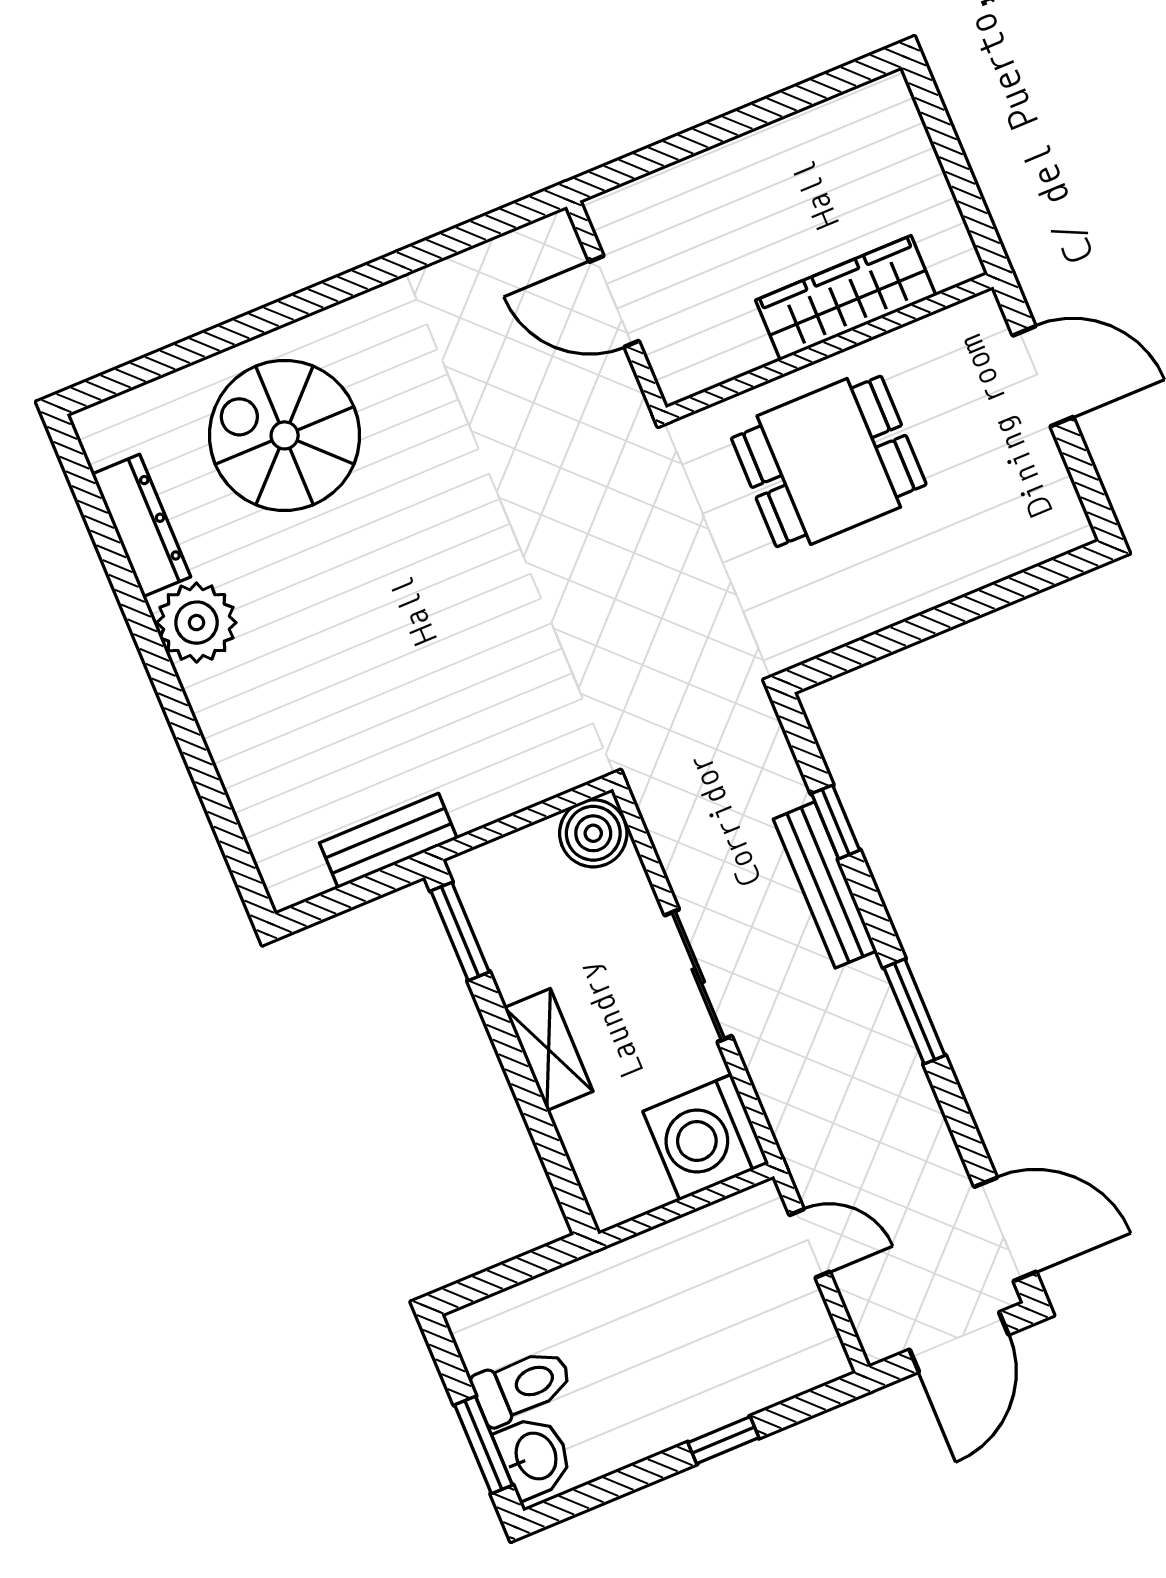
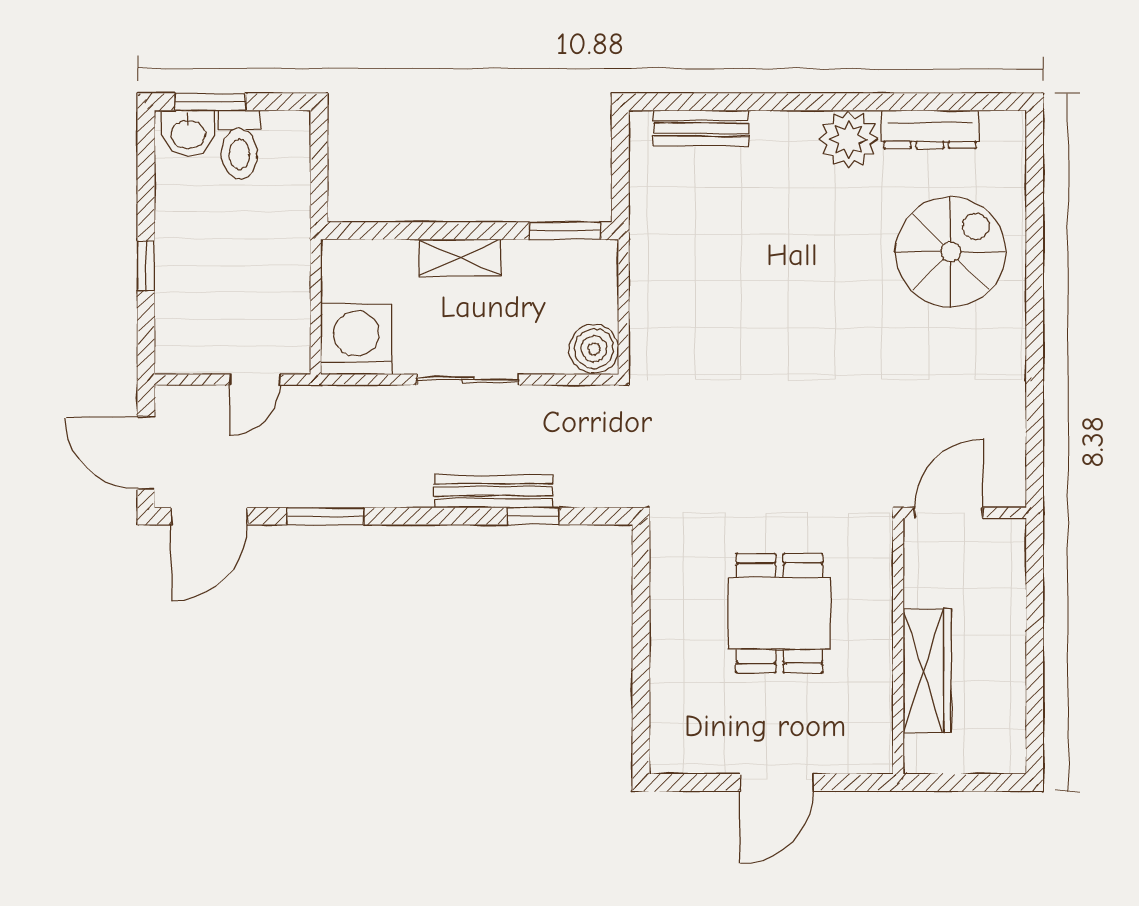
wardrobe: (846, 298) -> (927, 671), moved
wall: (830, 347) -> (898, 646), moved
bench: (388, 841) -> (701, 128), moved, turned 90
window: (914, 1011) -> (325, 516), moved

